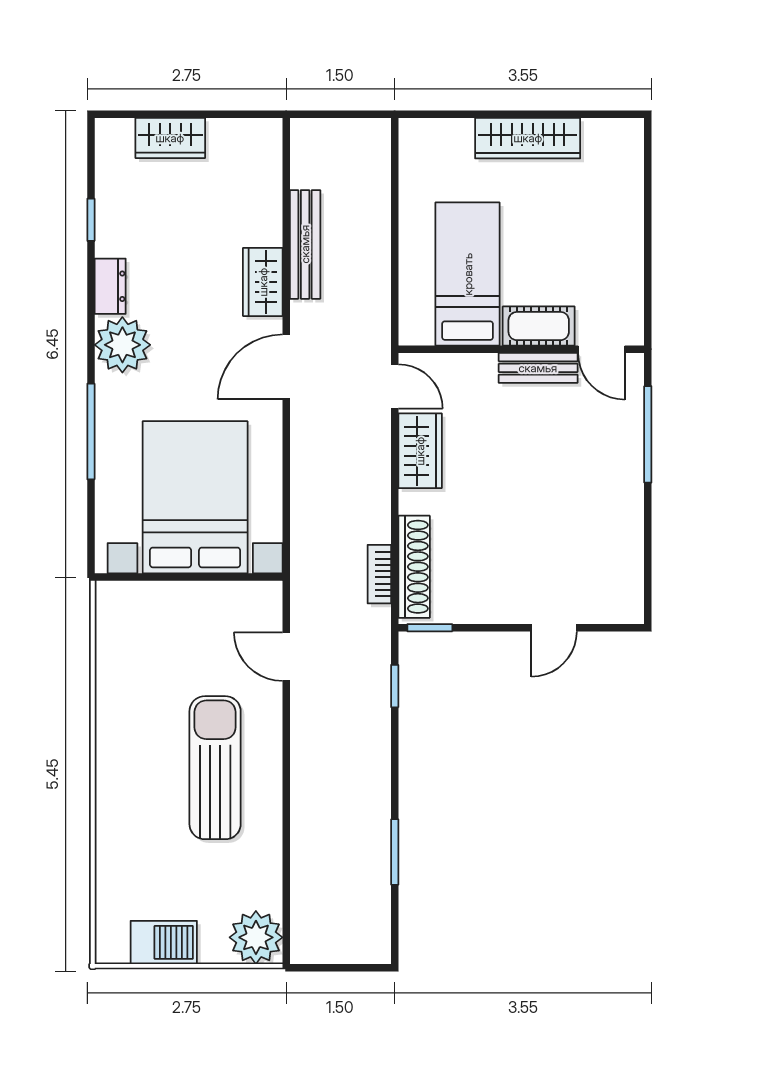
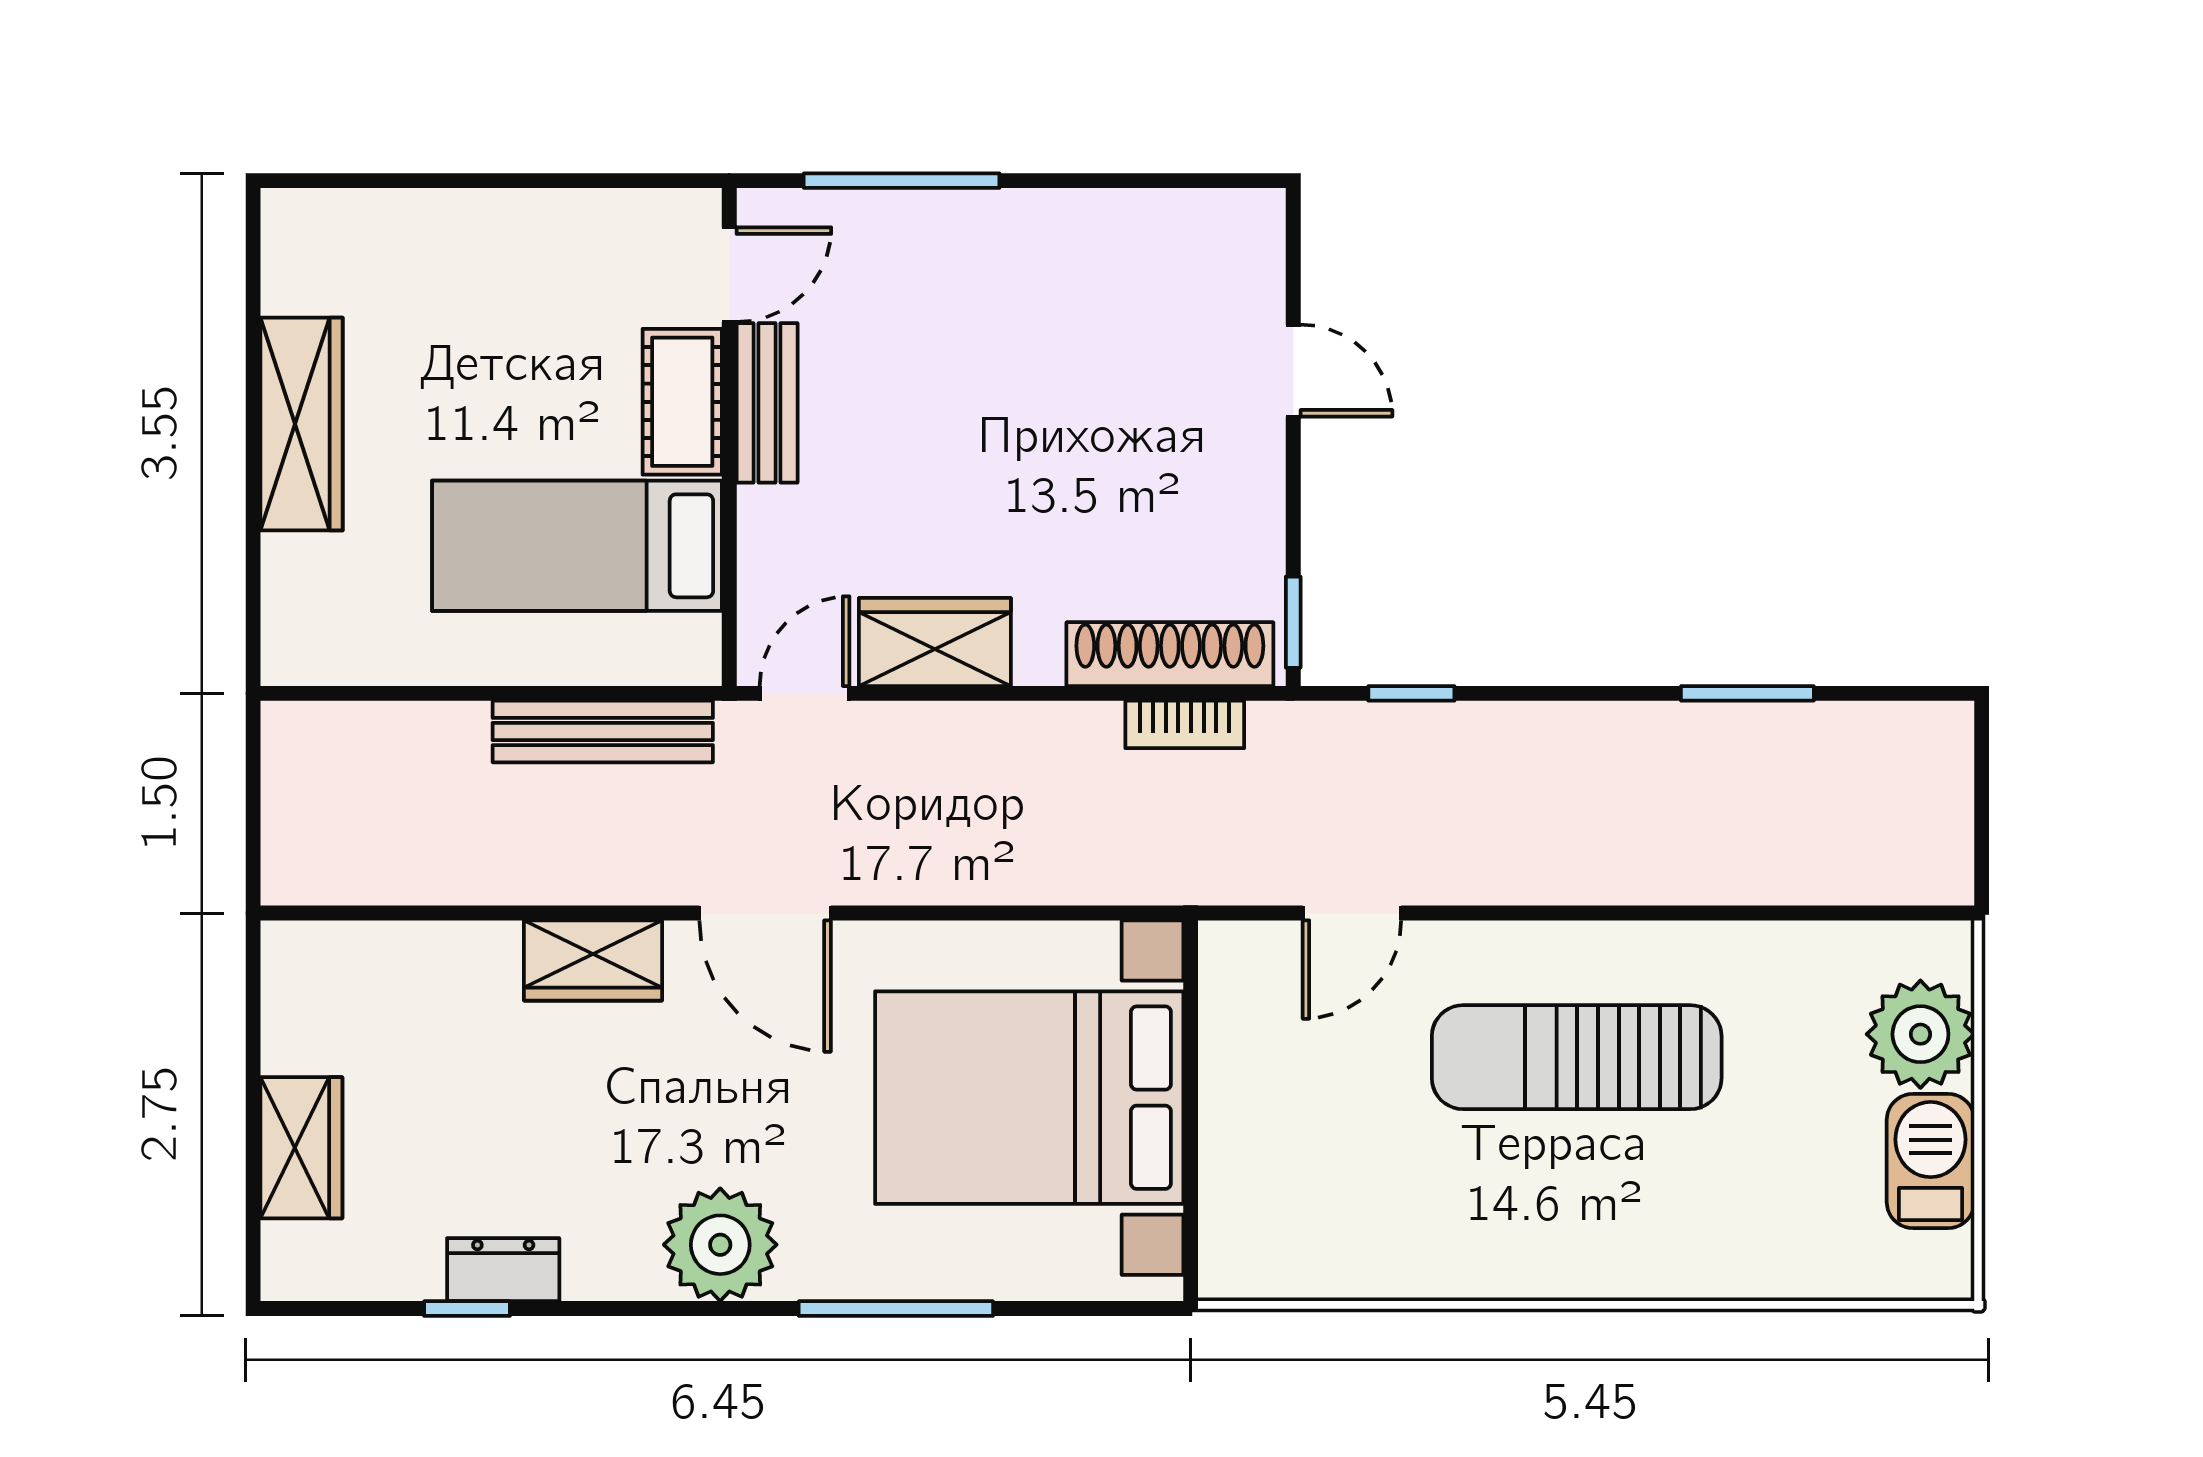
bench: (305, 244) -> (603, 731), moved
dresser: (110, 286) -> (503, 1270), moved
plant: (256, 937) -> (1920, 1034), moved

